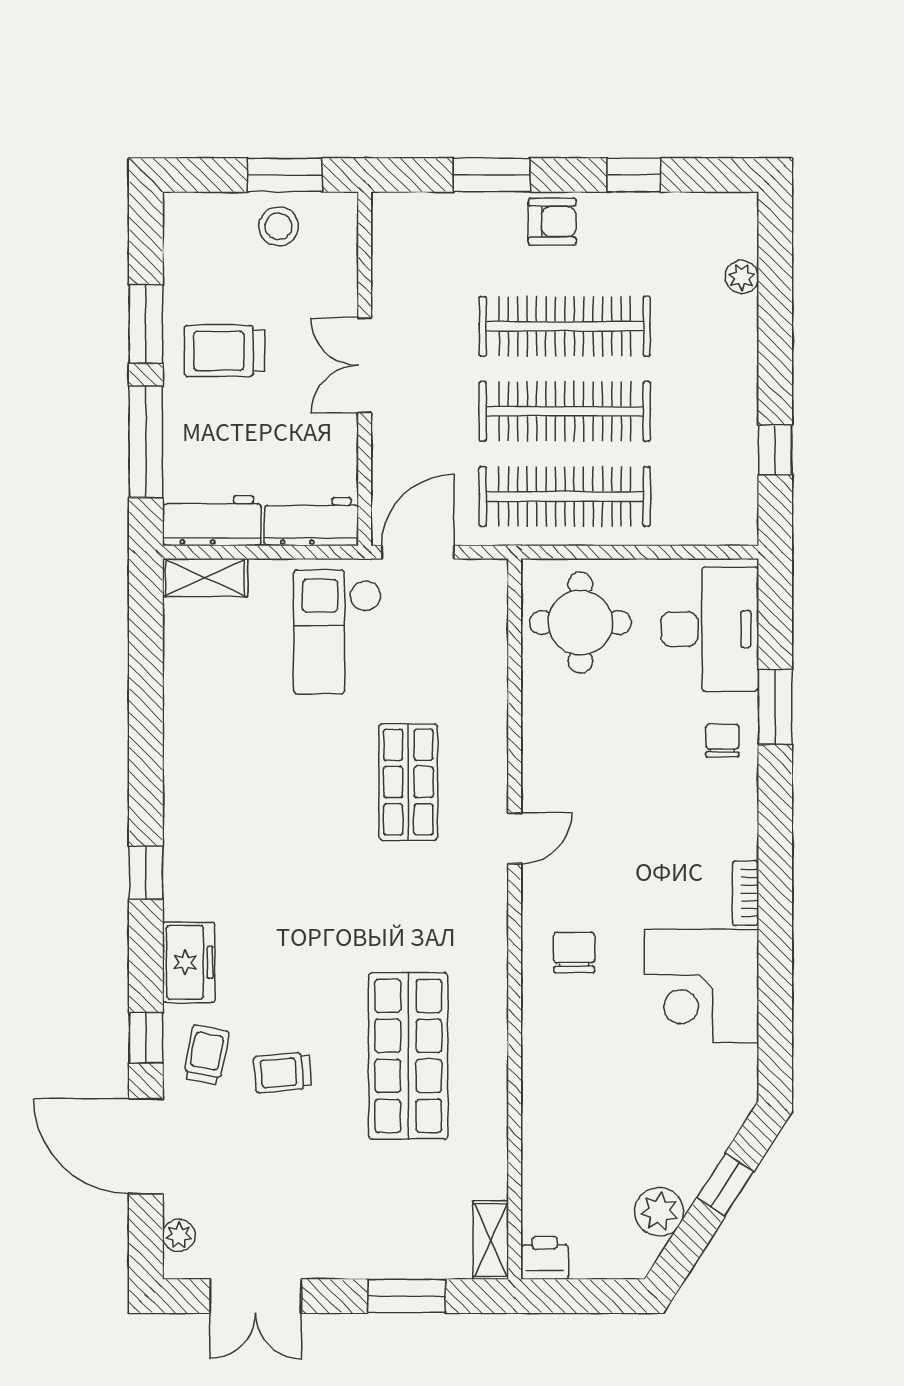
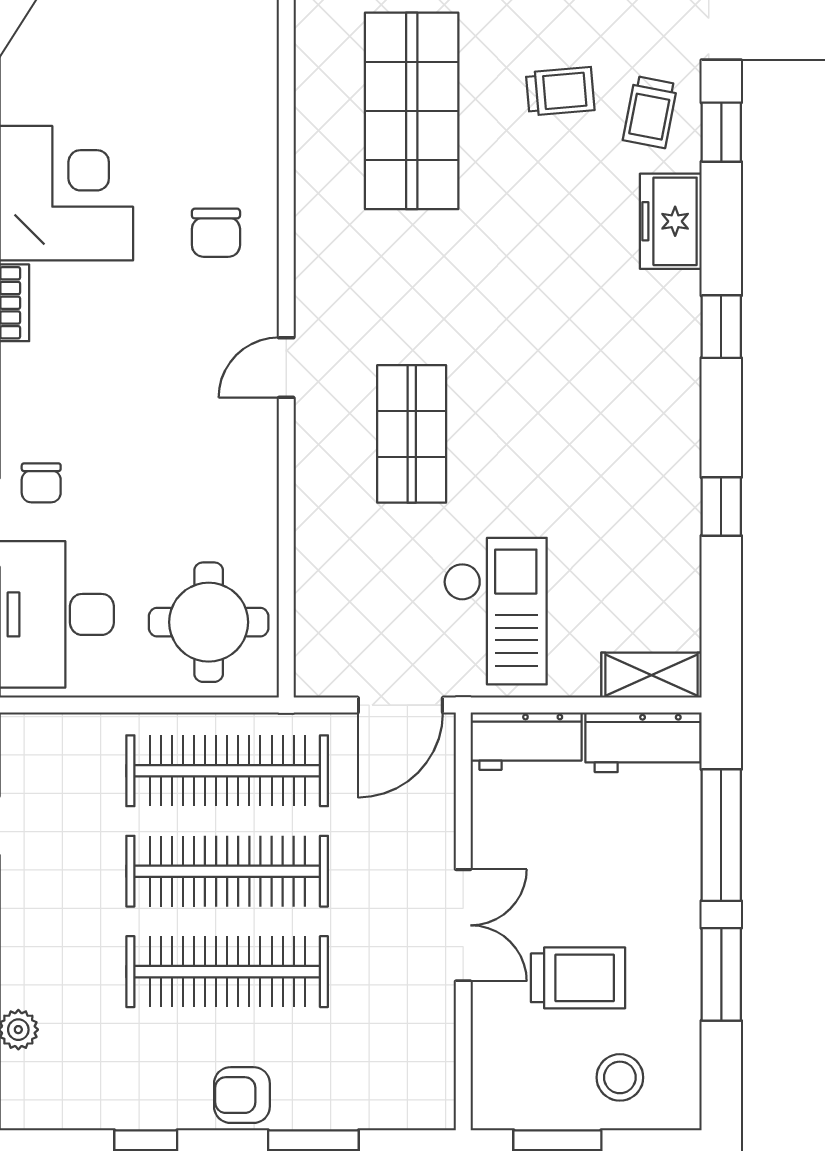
stool: (279, 226) -> (620, 1077), moved
trolley: (224, 351) -> (578, 978), moved
window: (146, 720) -> (721, 507), added

